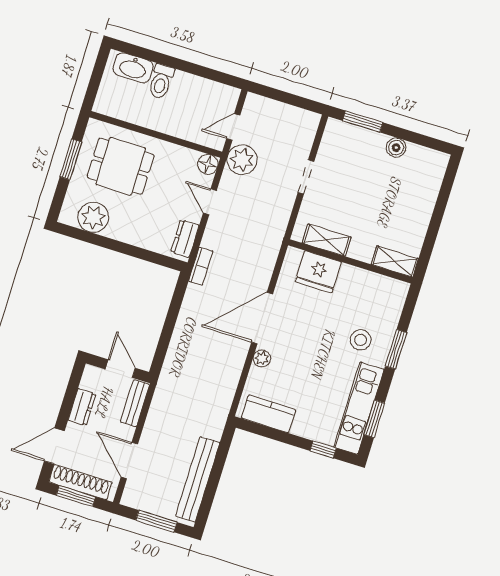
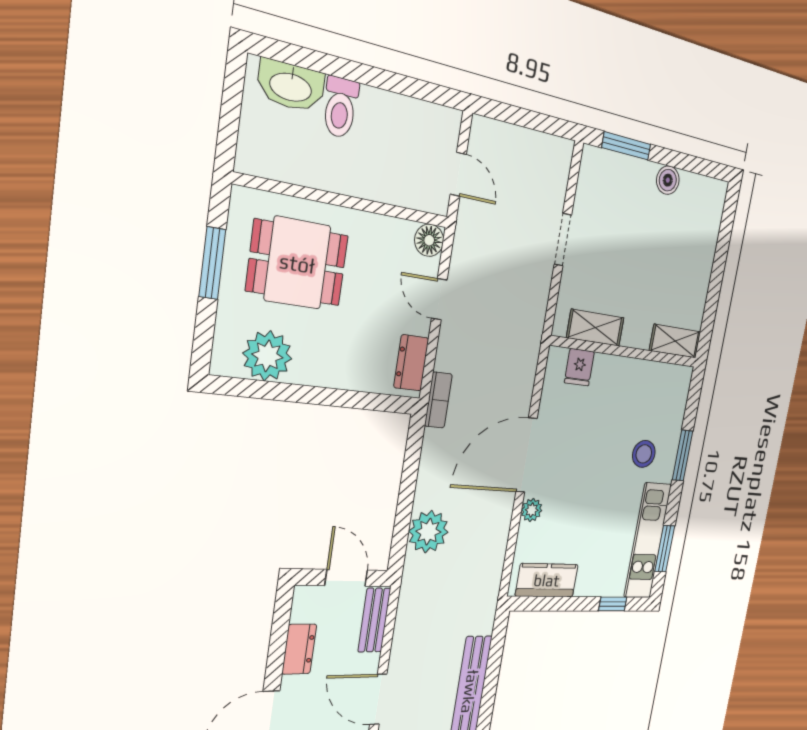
door: (233, 127) -> (458, 174), swing flipped
plant: (242, 160) -> (428, 532), moved
fridge: (318, 272) -> (579, 367), width x0.53, depth x0.75

